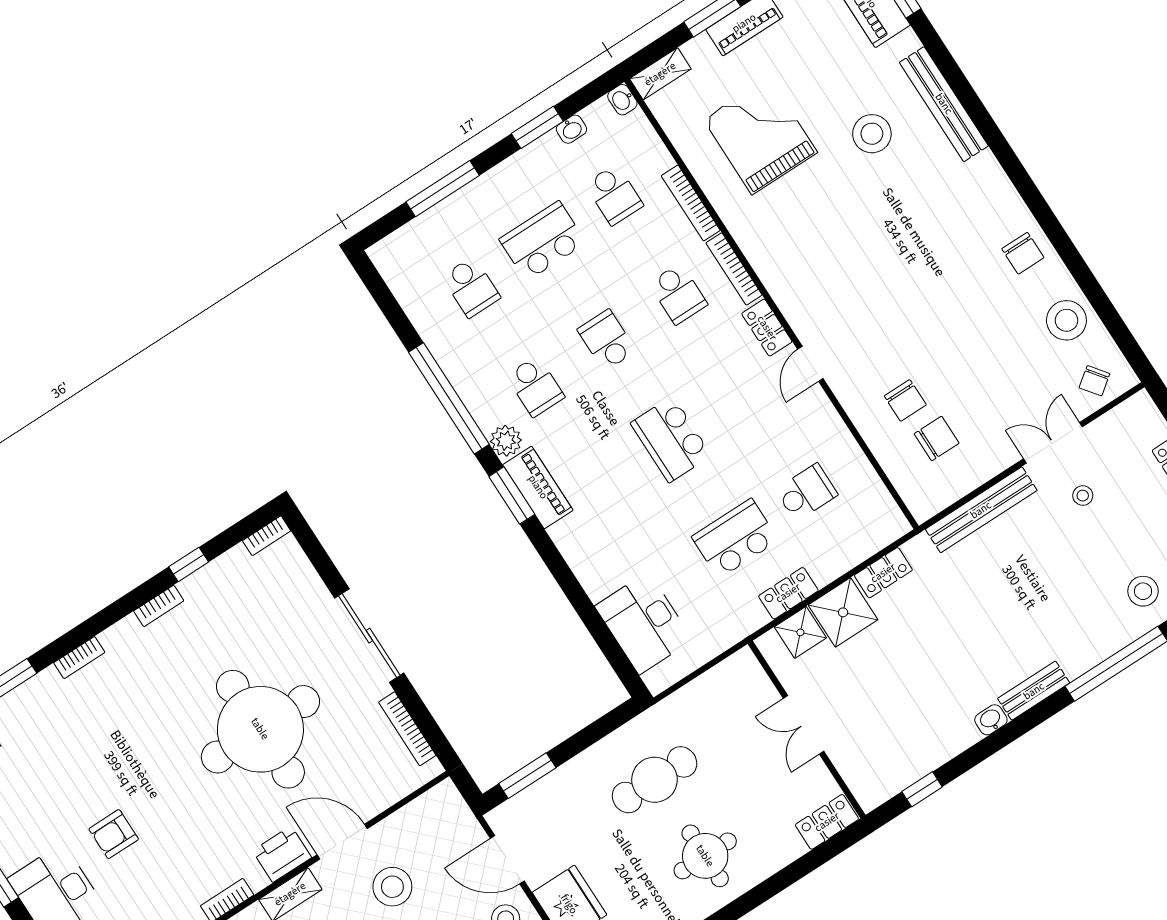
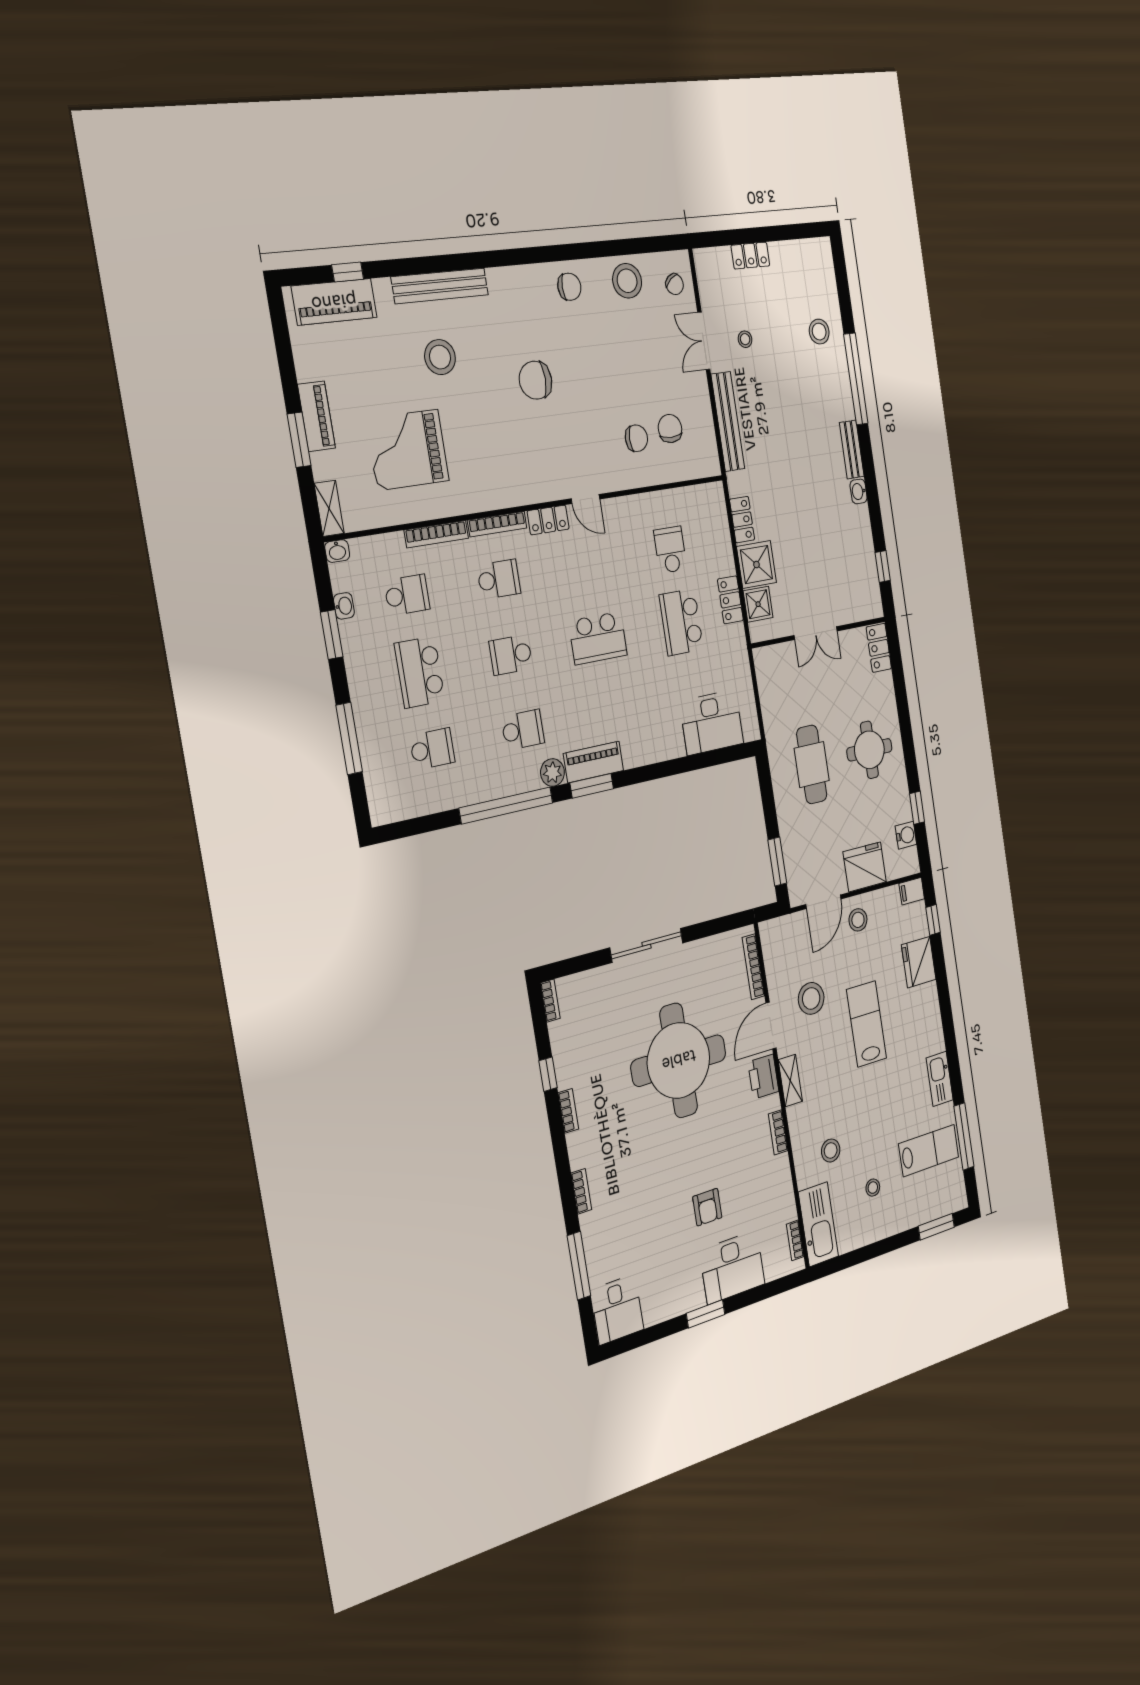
chair: (905, 253) -> (535, 380), added
bookcase: (407, 729) -> (753, 967), moved, turned 90

